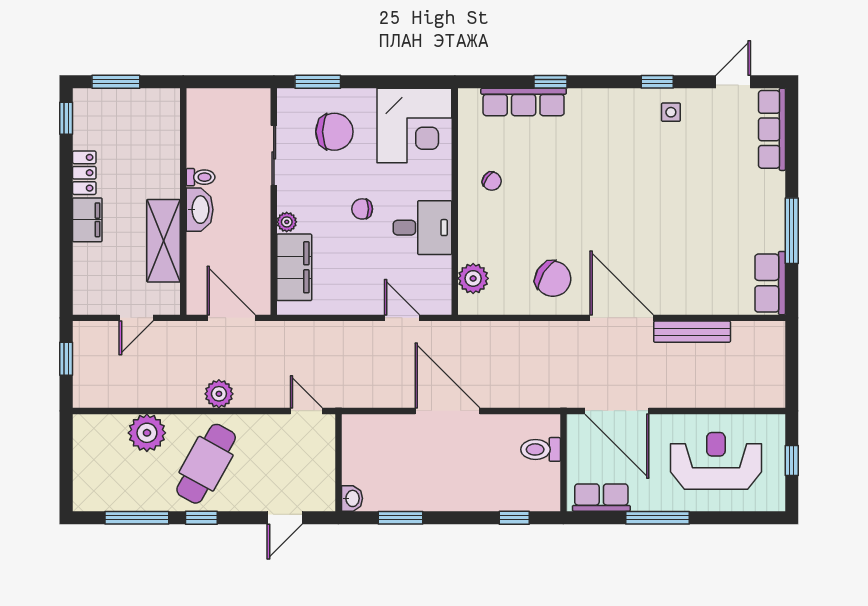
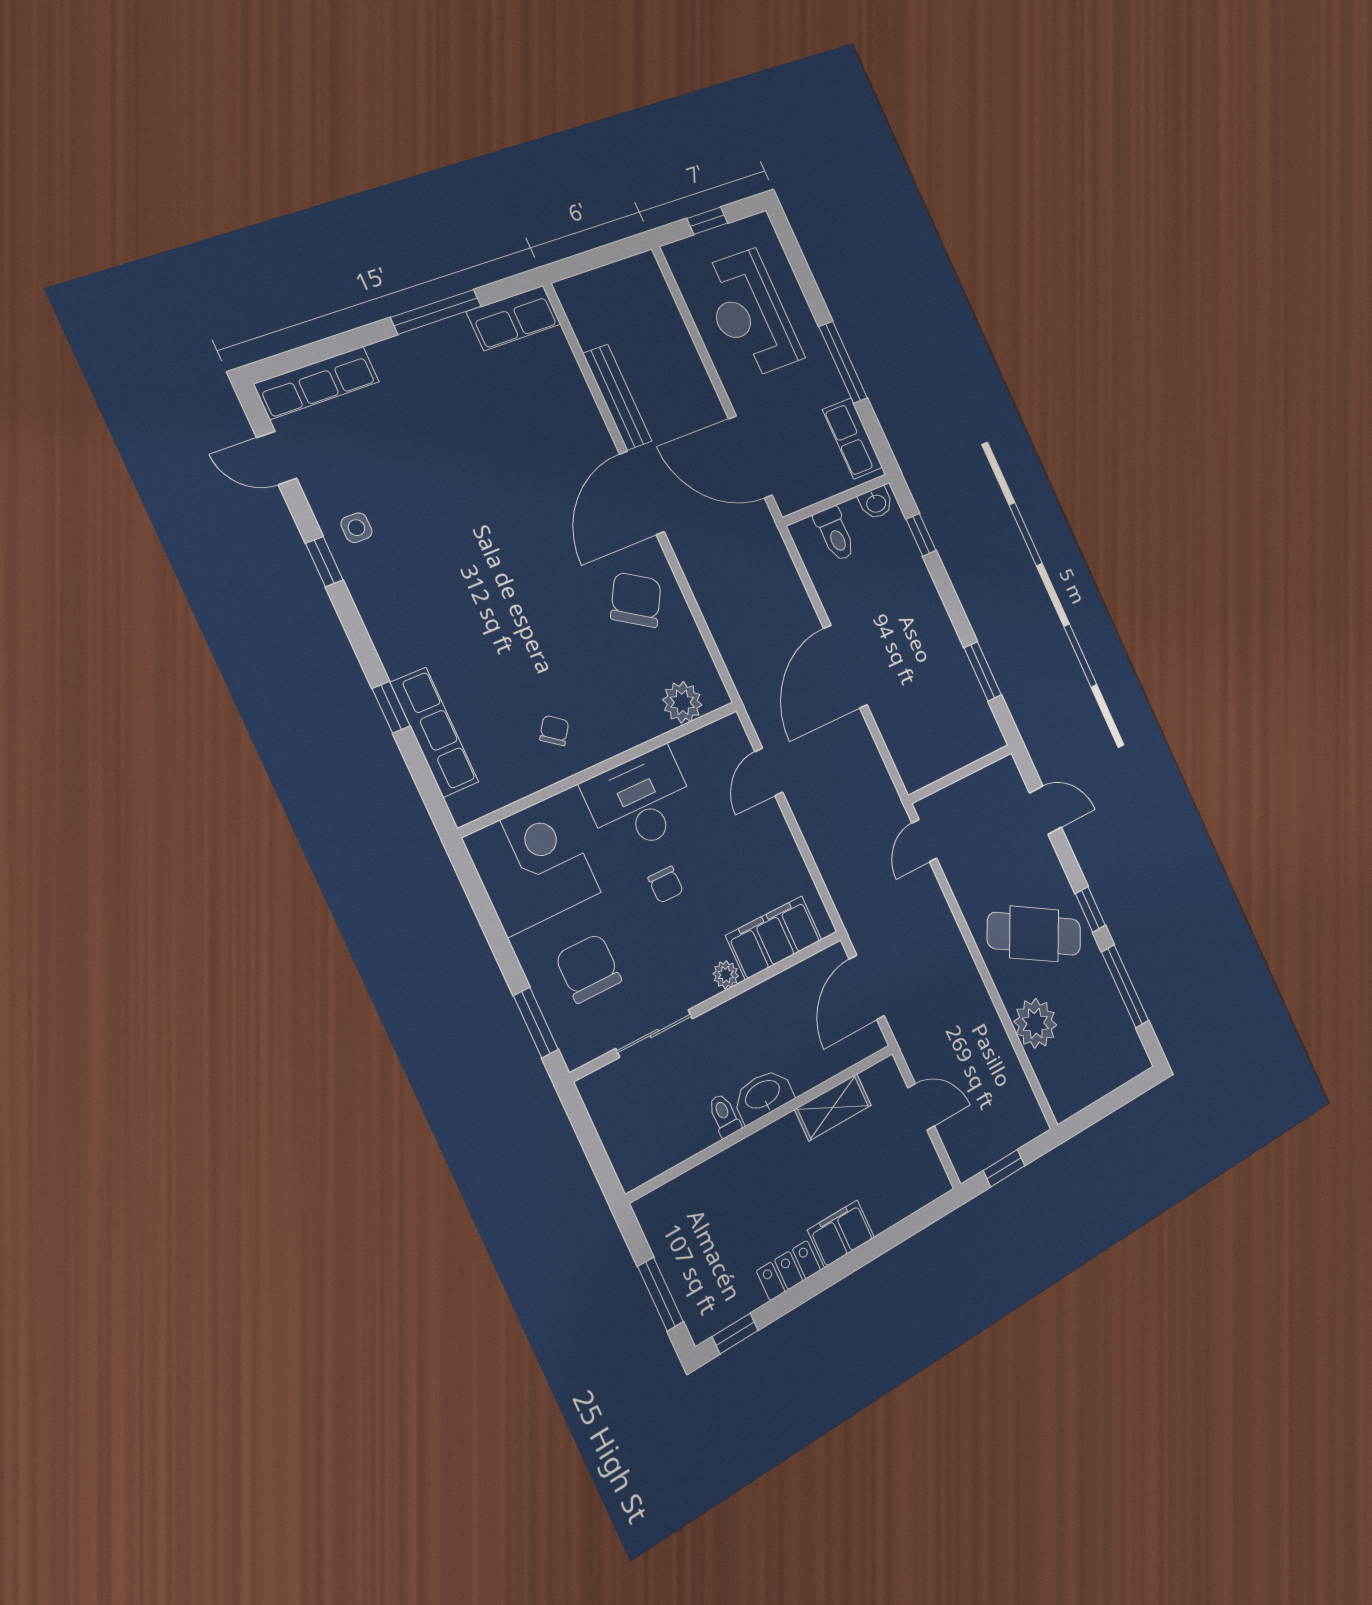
desk: (422, 228) -> (640, 801), width x1.37
shelving: (164, 241) -> (833, 1107), width x0.67, depth x0.75
plant: (219, 394) -> (955, 958), removed
door: (617, 411) -> (750, 457), swing flipped
washbasin: (352, 498) -> (876, 503), moved, turned 180

